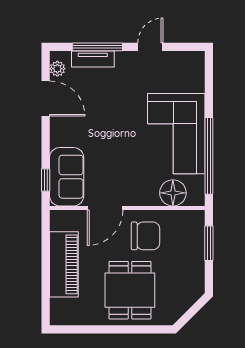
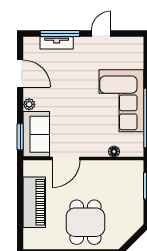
plant: (57, 69) -> (29, 104), moved
window: (46, 180) -> (20, 137), width x1.50
floor lamp: (173, 193) -> (114, 152), width x0.53, depth x0.53
chair: (145, 236) -> (97, 180), removed

